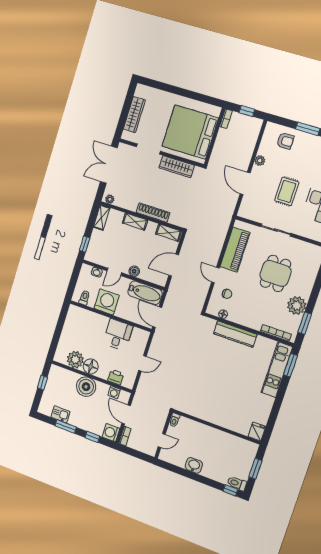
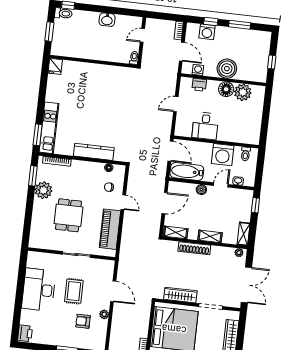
armchair: (285, 141) -> (83, 321), moved
kitchen sink: (60, 414) -> (247, 35), removed
washing machine: (111, 433) -> (207, 32), moved, turned 90

